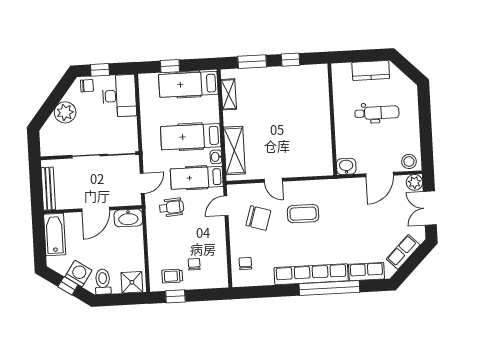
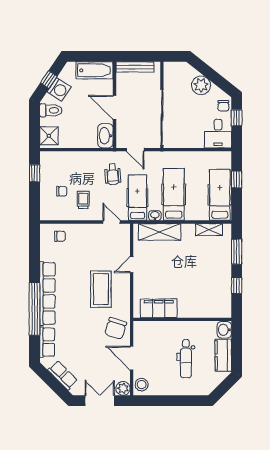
desk: (119, 96) -> (218, 134), width x0.73
filing cabinet: (321, 147) -> (159, 308), added
washbasin: (346, 166) -> (224, 330), moved, turned 180
coffee table: (303, 214) -> (101, 289), width x1.36, depth x1.32
chair: (258, 218) -> (116, 328), moved
trolley: (172, 276) -> (83, 200), moved

